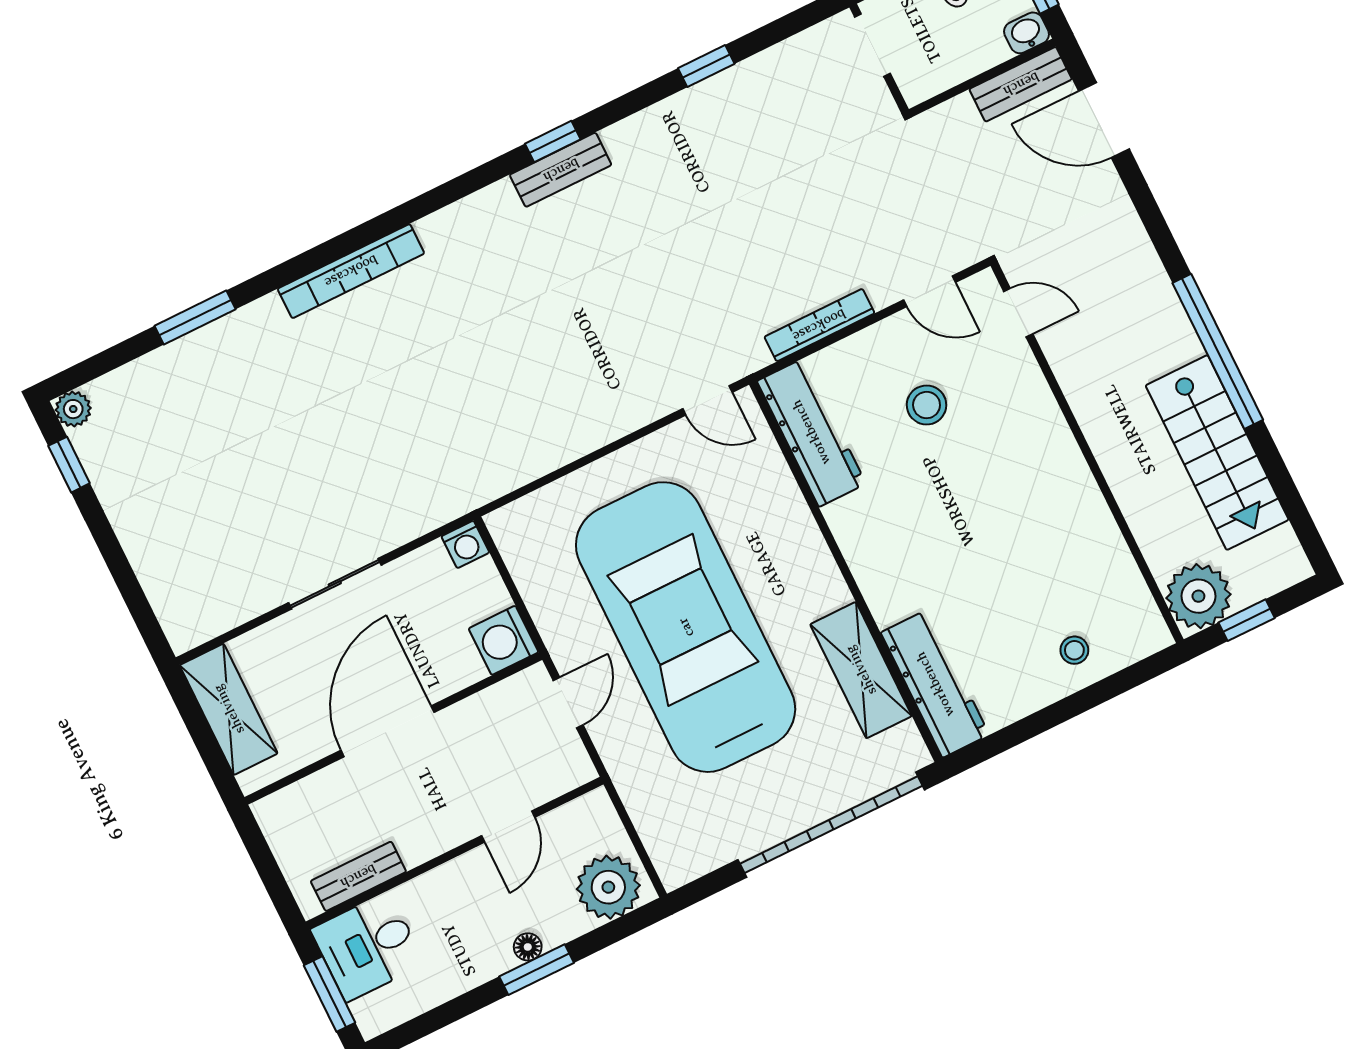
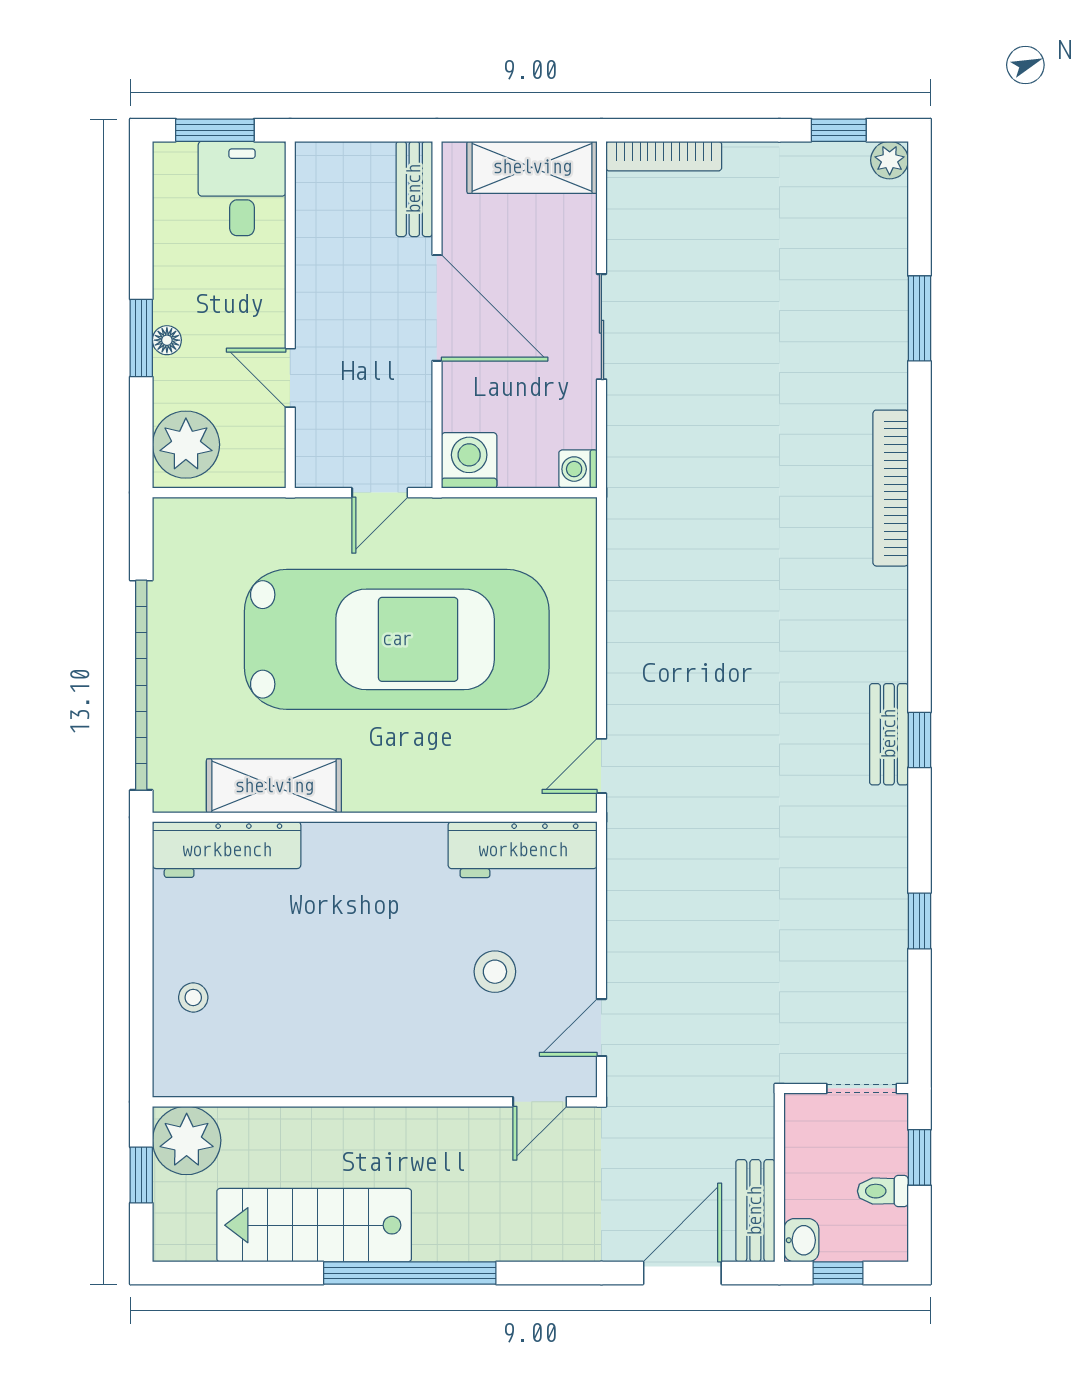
bookcase: (819, 325) -> (664, 156), moved, turned 90
door: (568, 703) -> (380, 493), hinge flipped
bench: (358, 876) -> (414, 189), moved

